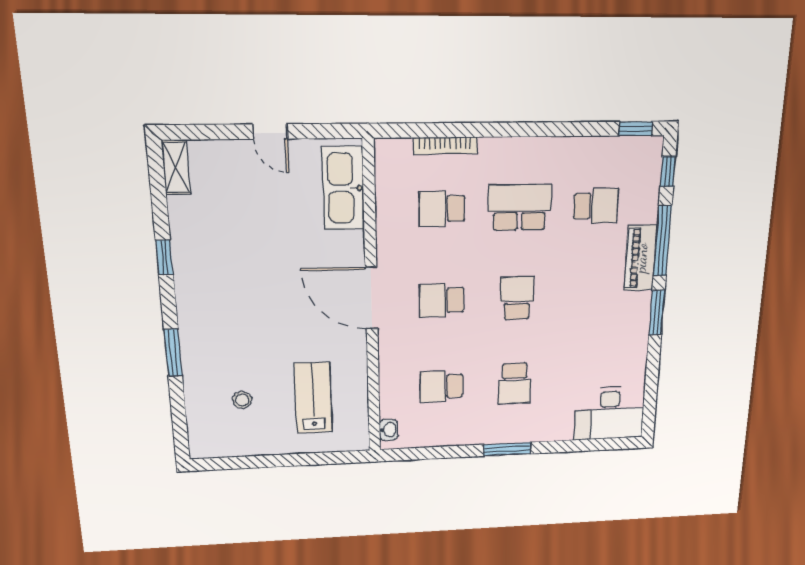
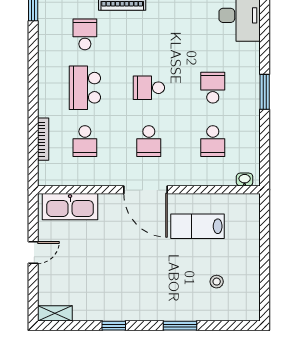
door: (371, 298) -> (146, 190), hinge flipped
school desk: (515, 383) -> (213, 88), turned -90
lab bench: (313, 398) -> (197, 226), moved

